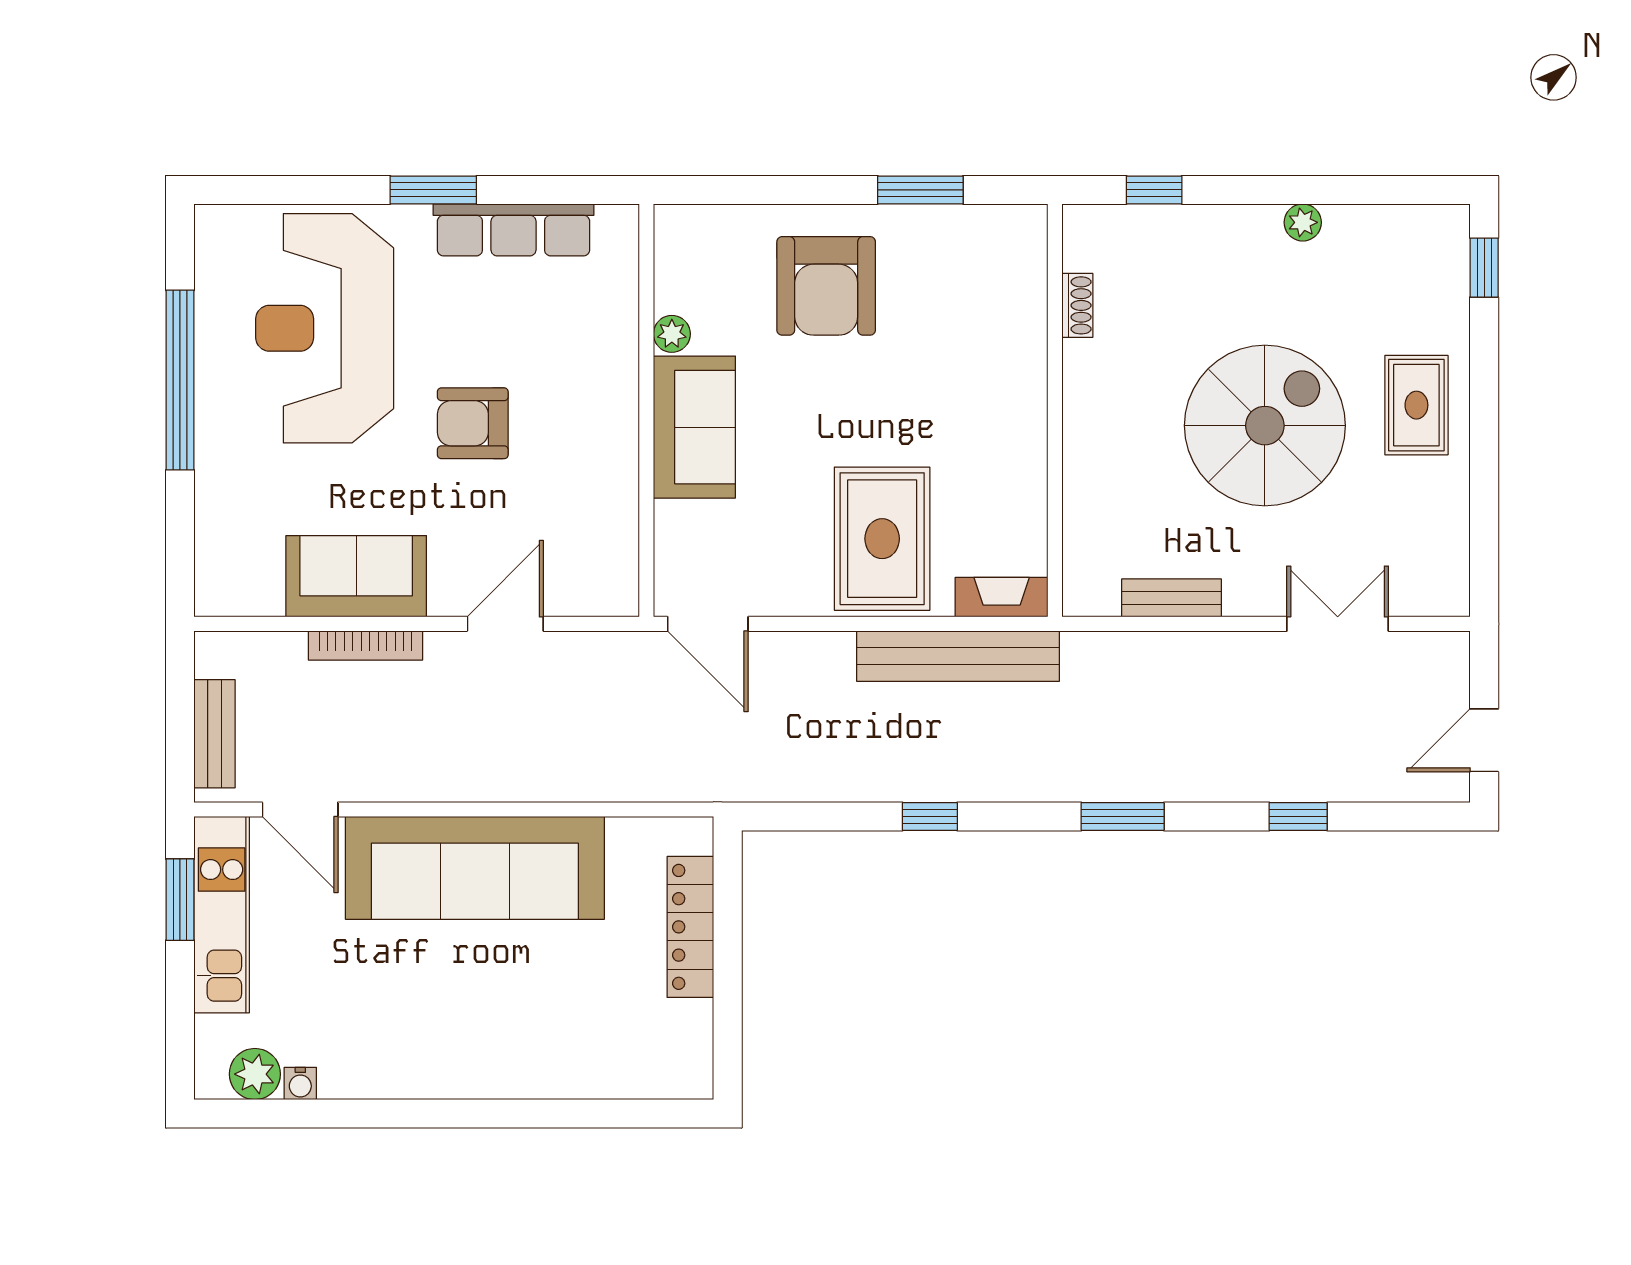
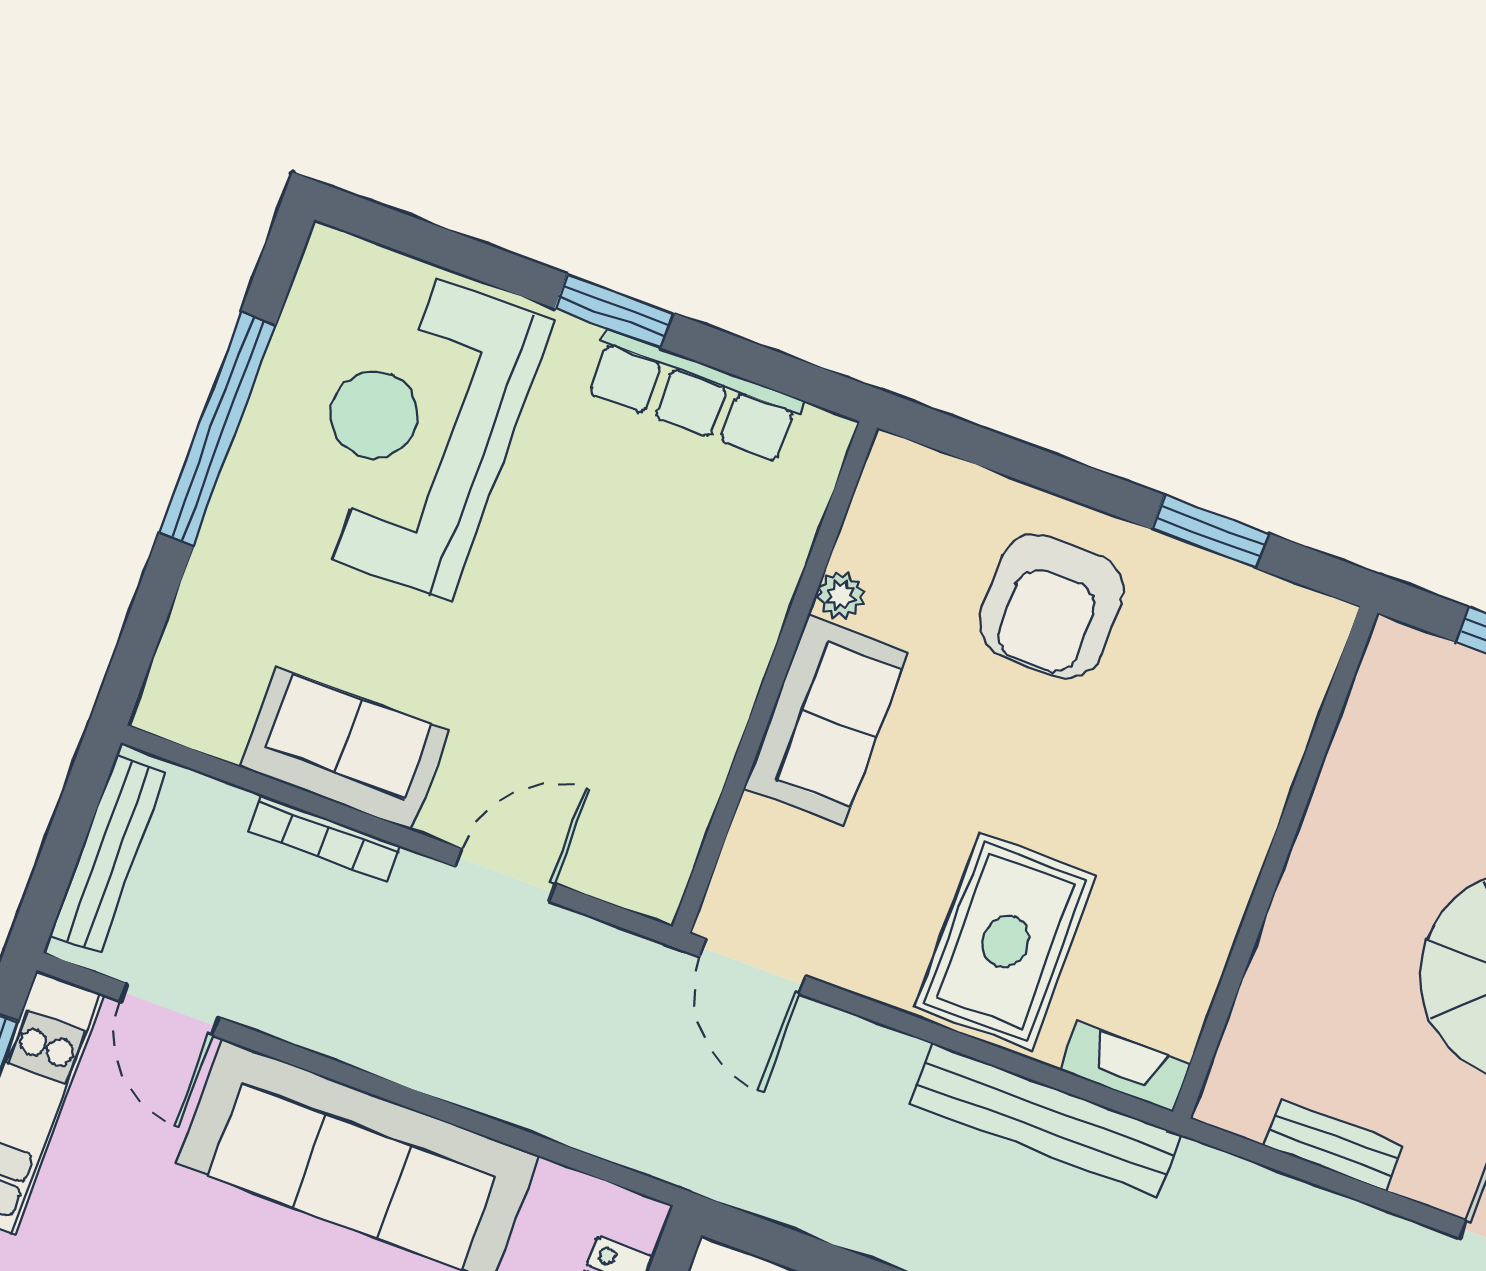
shoe rack: (1077, 305) -> (1350, 744), removed
armchair: (473, 423) -> (556, 614), removed
bench: (215, 734) -> (108, 854), width x1.36

